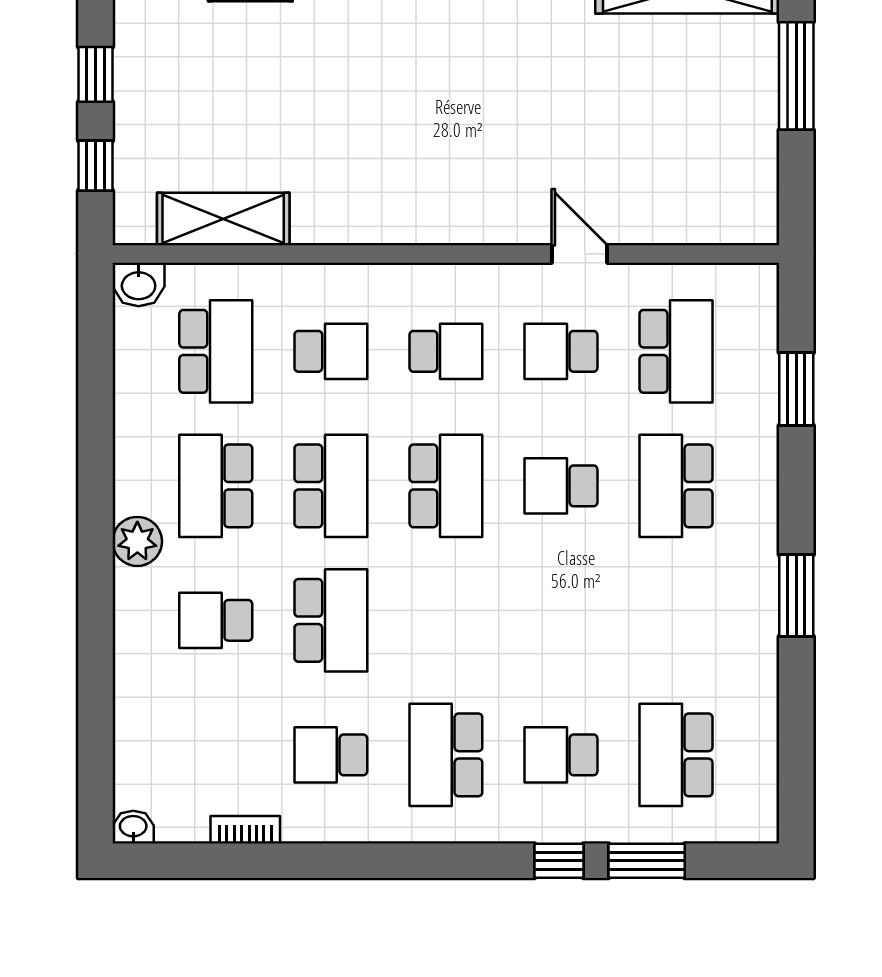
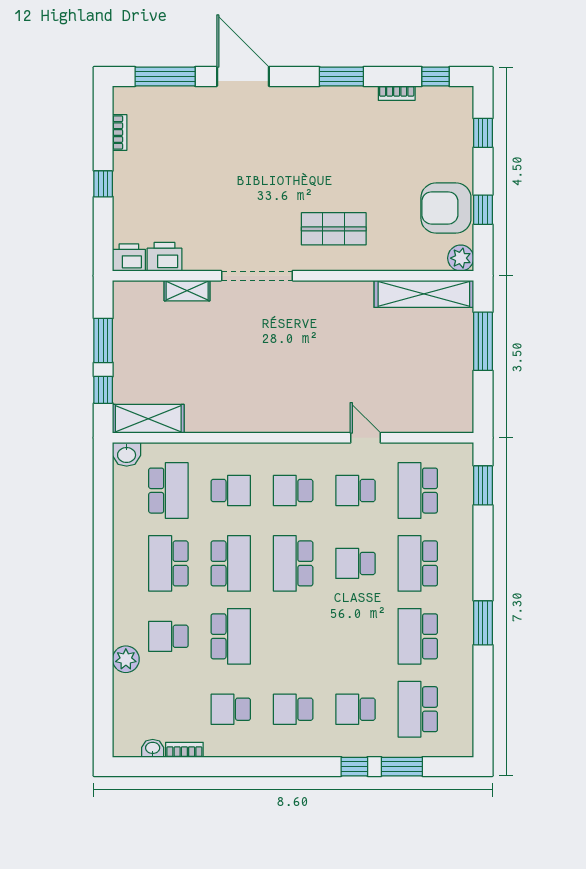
window: (96, 74) -> (103, 340), width x1.50
shelving: (223, 219) -> (148, 419), moved
school desk: (446, 351) -> (293, 491), turned 180
school desk: (676, 351) -> (418, 491), turned 180
window: (796, 389) -> (483, 485), moved
school desk: (446, 486) -> (293, 563), turned 180
plant: (137, 541) -> (126, 659), moved
school desk: (676, 620) -> (418, 636), added
school desk: (446, 755) -> (293, 709), width x0.54
washbasin: (133, 827) -> (153, 748), moved

